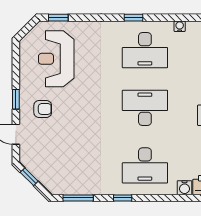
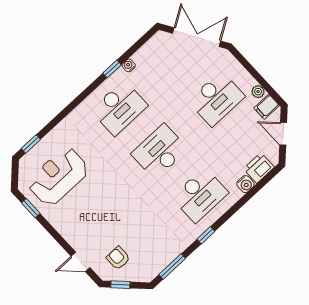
window: (134, 18) -> (112, 69), moved
reception desk: (56, 59) -> (58, 176), turned 90
window: (16, 99) -> (31, 208), moved
armchair: (43, 109) -> (118, 258), moved, turned -90

